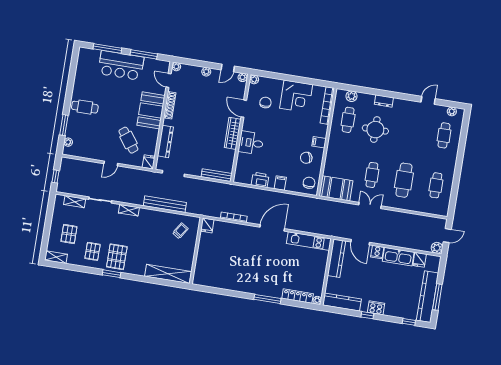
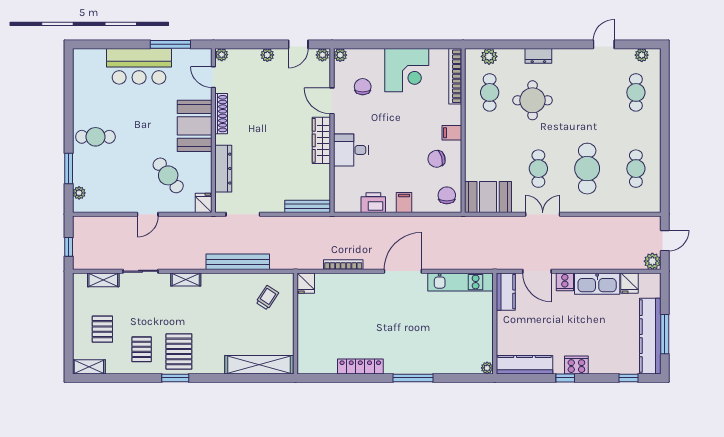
window: (107, 48) -> (115, 44), removed
kitchen counter: (336, 258) -> (506, 292), width x0.67
locker: (298, 296) -> (360, 366), moved

